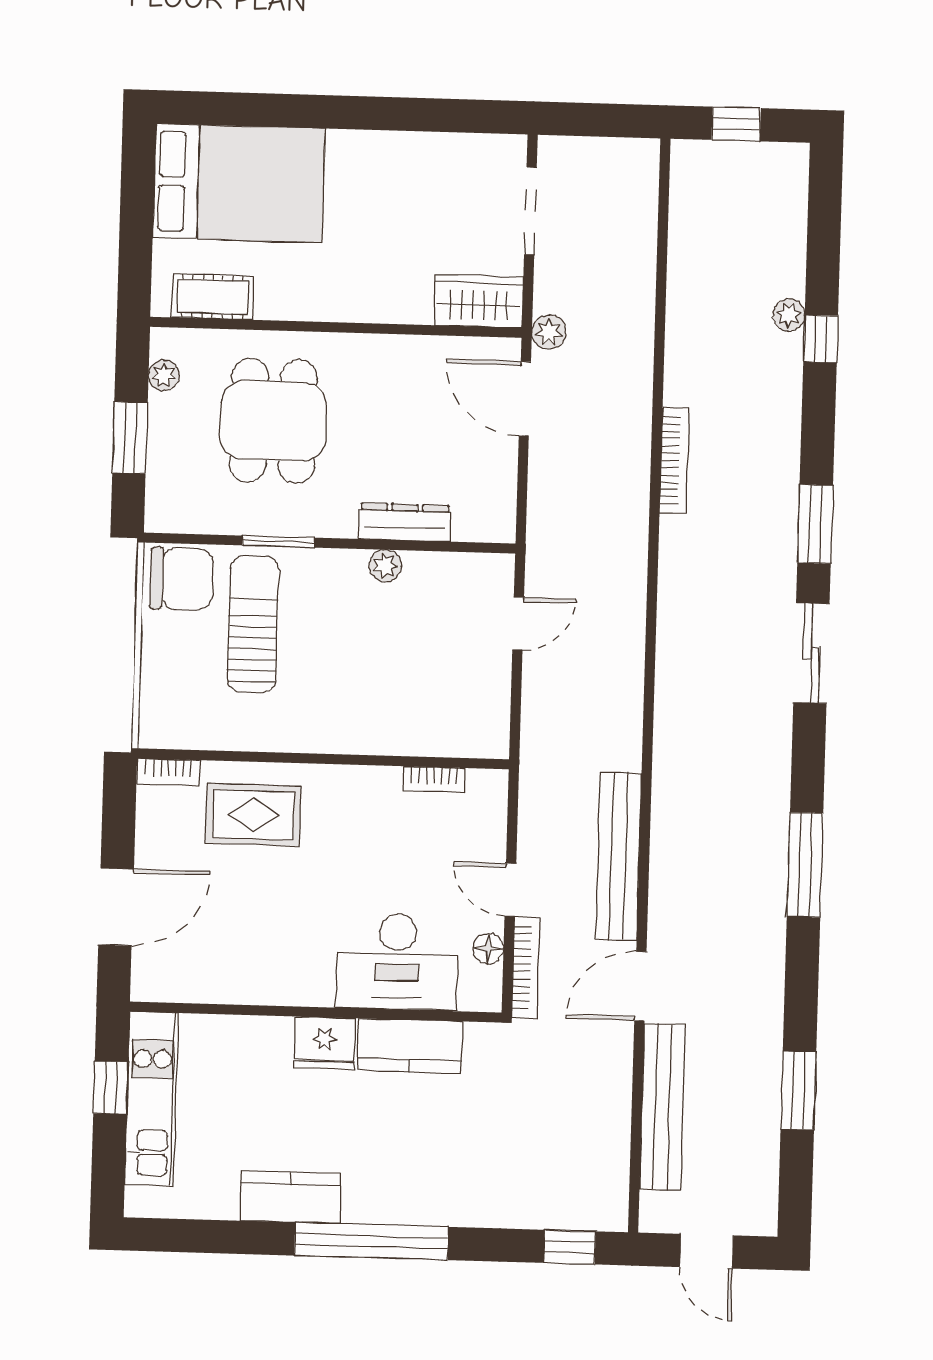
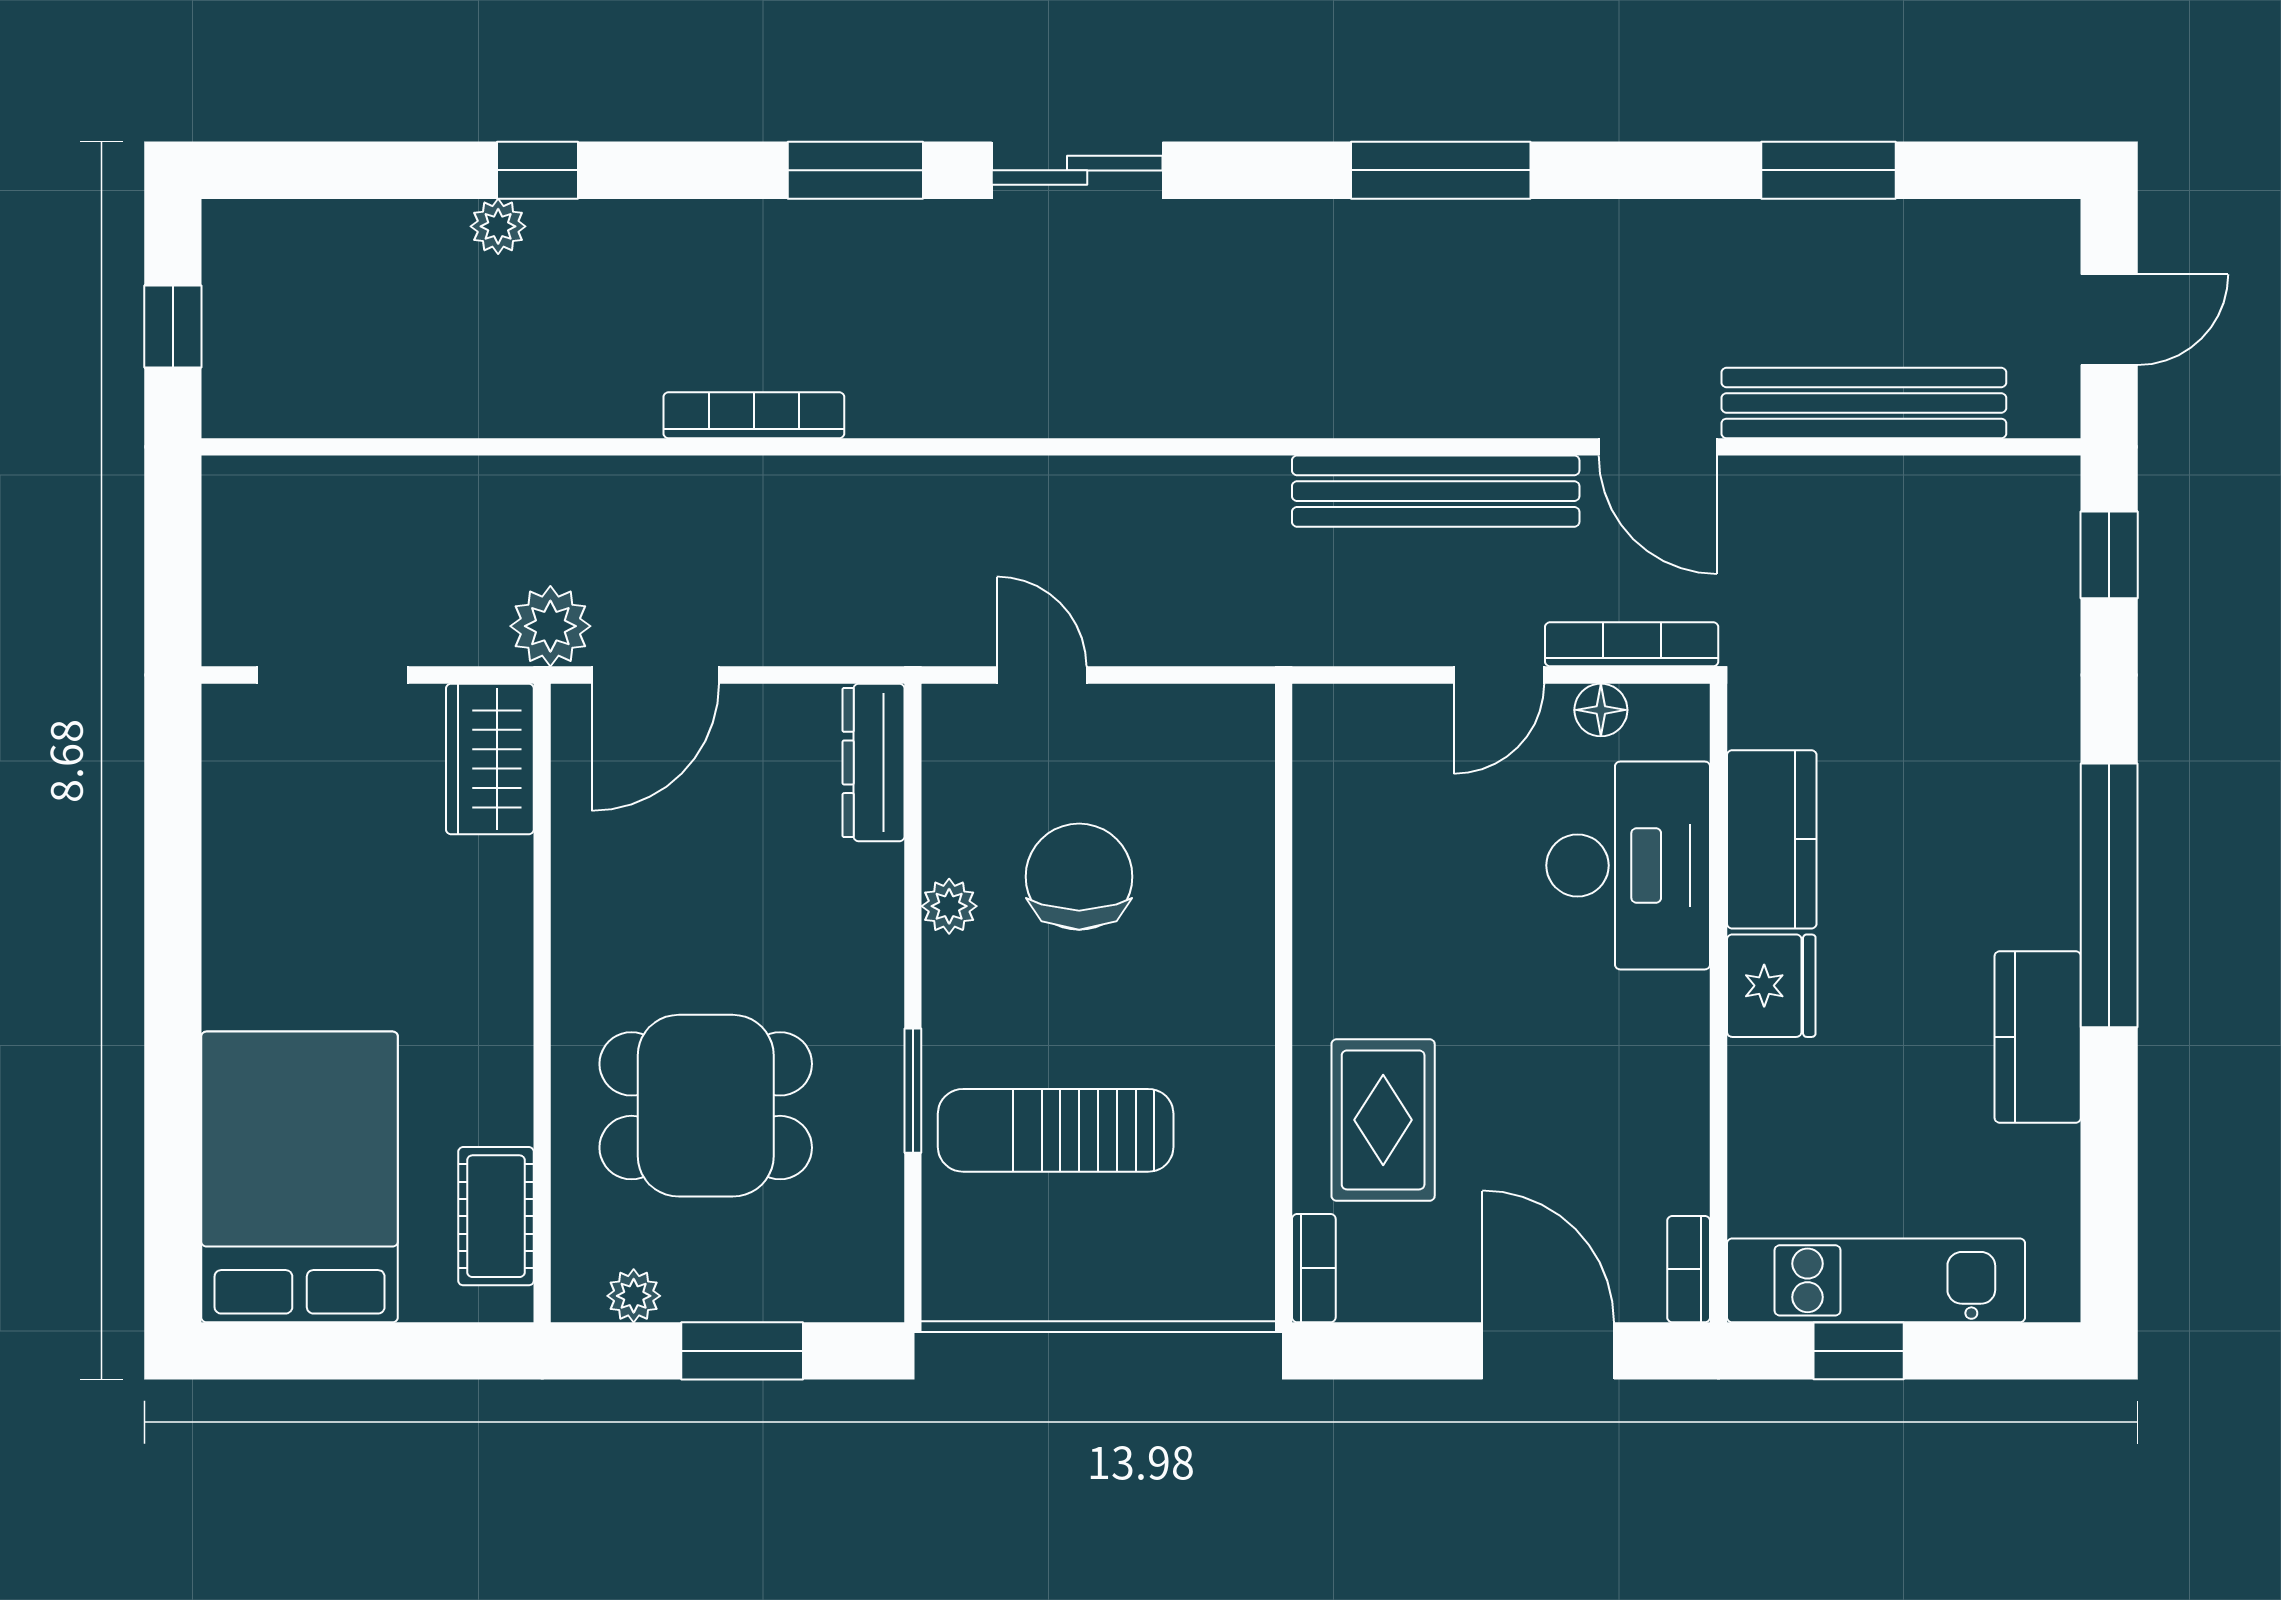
plant: (549, 332) -> (550, 626), width x1.38, depth x1.38
dresser: (405, 522) -> (873, 762), moved
chair: (181, 579) -> (1079, 877), moved
bookcase: (434, 780) -> (1689, 1269), moved, turned 180

